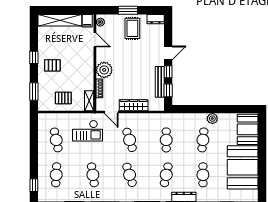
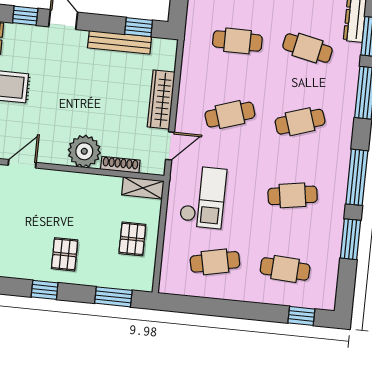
window: (168, 72) -> (25, 16), moved

